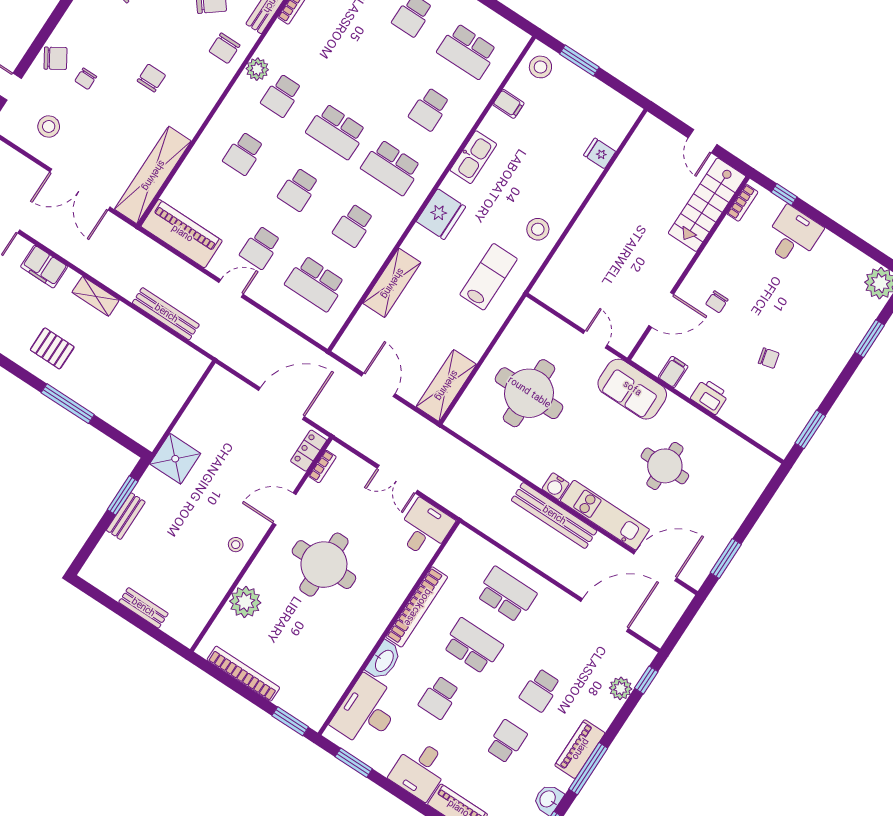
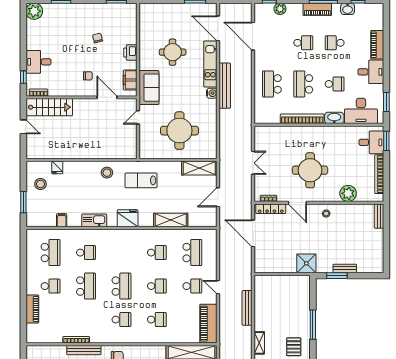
stool: (540, 67) -> (40, 184), moved
plant: (257, 69) -> (117, 337), removed
door: (703, 141) -> (23, 127), hinge flipped
school desk: (391, 167) -> (86, 286), moved
filing cabinet: (673, 372) -> (130, 80), width x2.00
locker: (309, 451) -> (271, 209), width x1.53
desk: (425, 529) -> (371, 142), moved, turned 180
bench: (143, 608) -> (379, 216), moved

